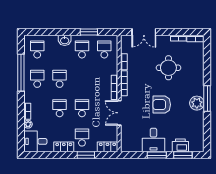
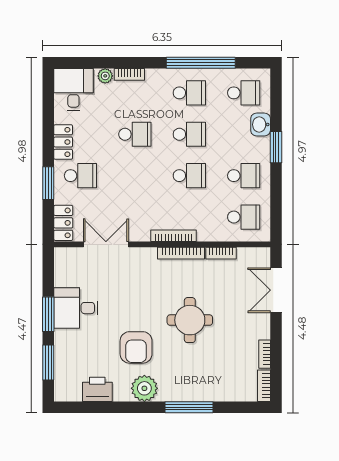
window: (89, 32) -> (276, 147), moved
washbasin: (65, 40) -> (261, 125), moved
round table: (168, 68) -> (190, 320), moved
window: (207, 99) -> (189, 407), moved
armchair: (162, 105) -> (136, 347), moved, turned 180
school desk: (82, 108) -> (189, 176), moved
double door: (119, 113) -> (106, 244), moved
printer: (180, 145) -> (97, 389), moved, turned -90

